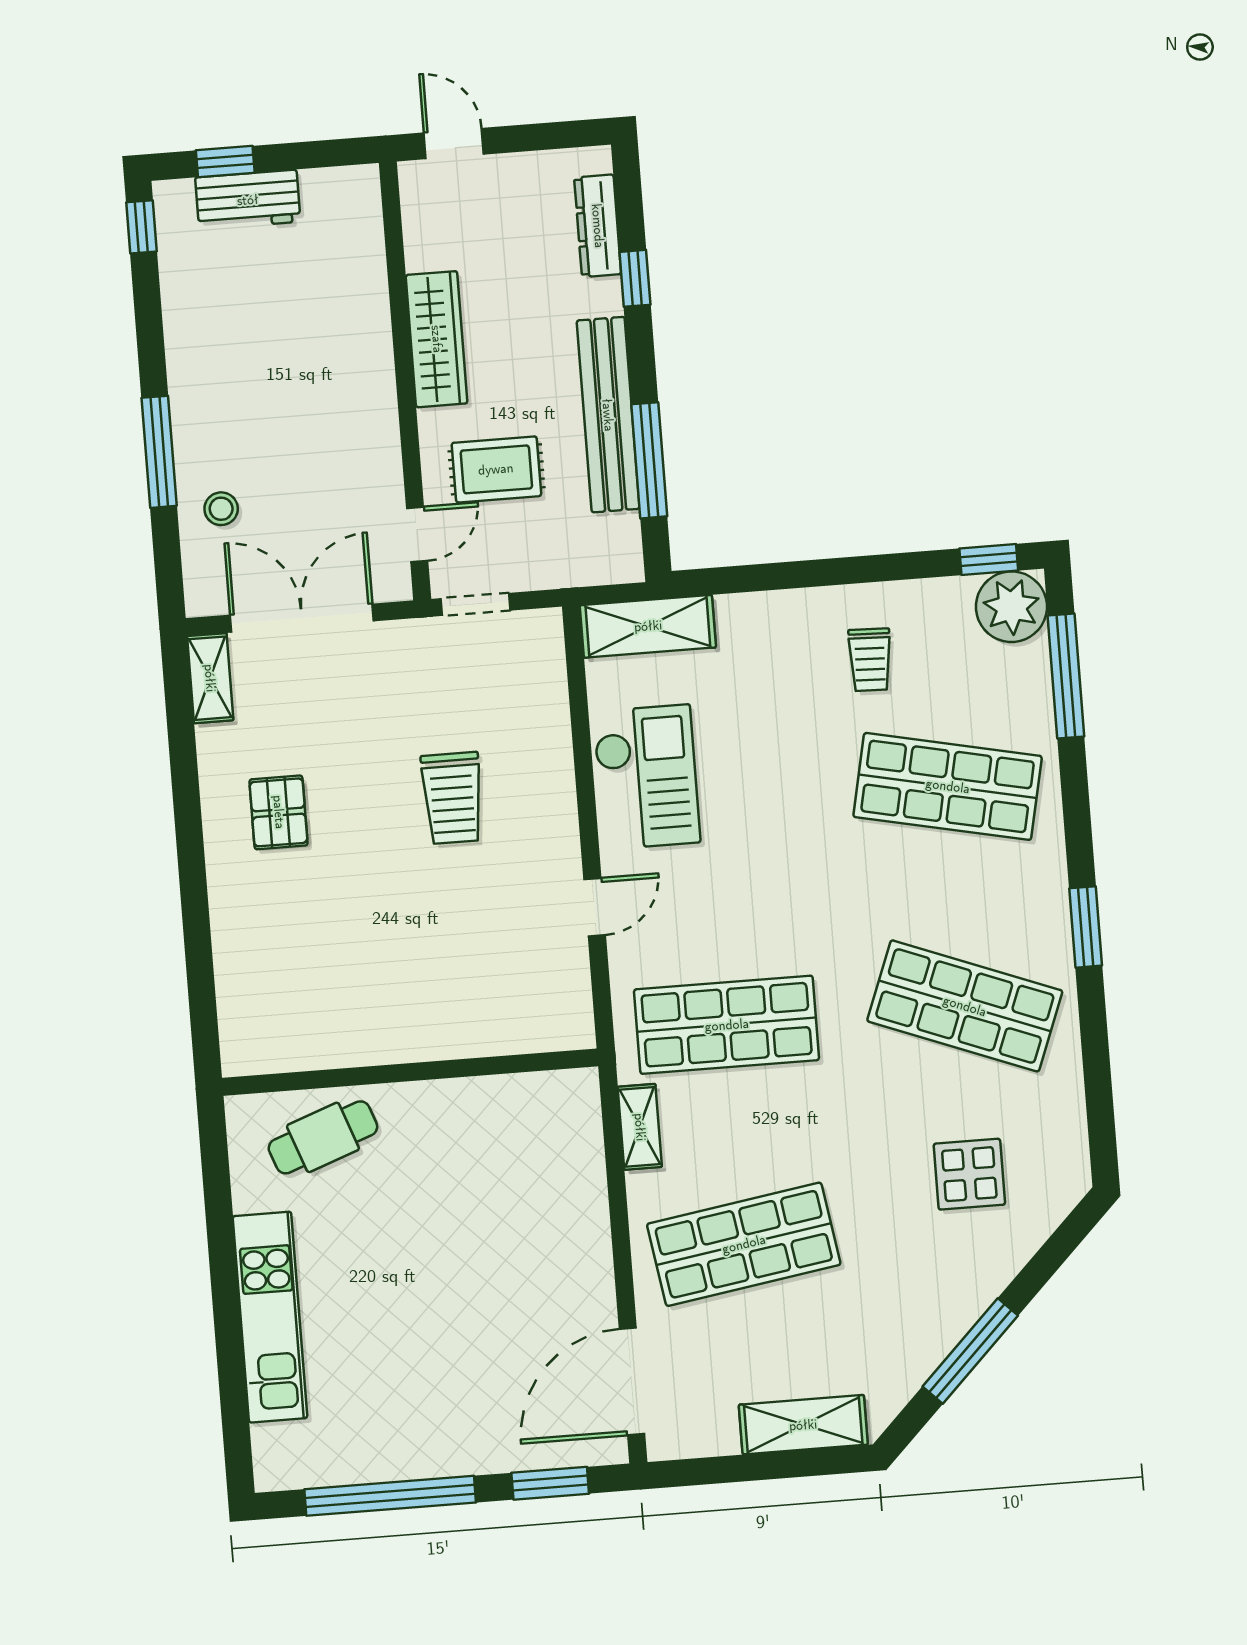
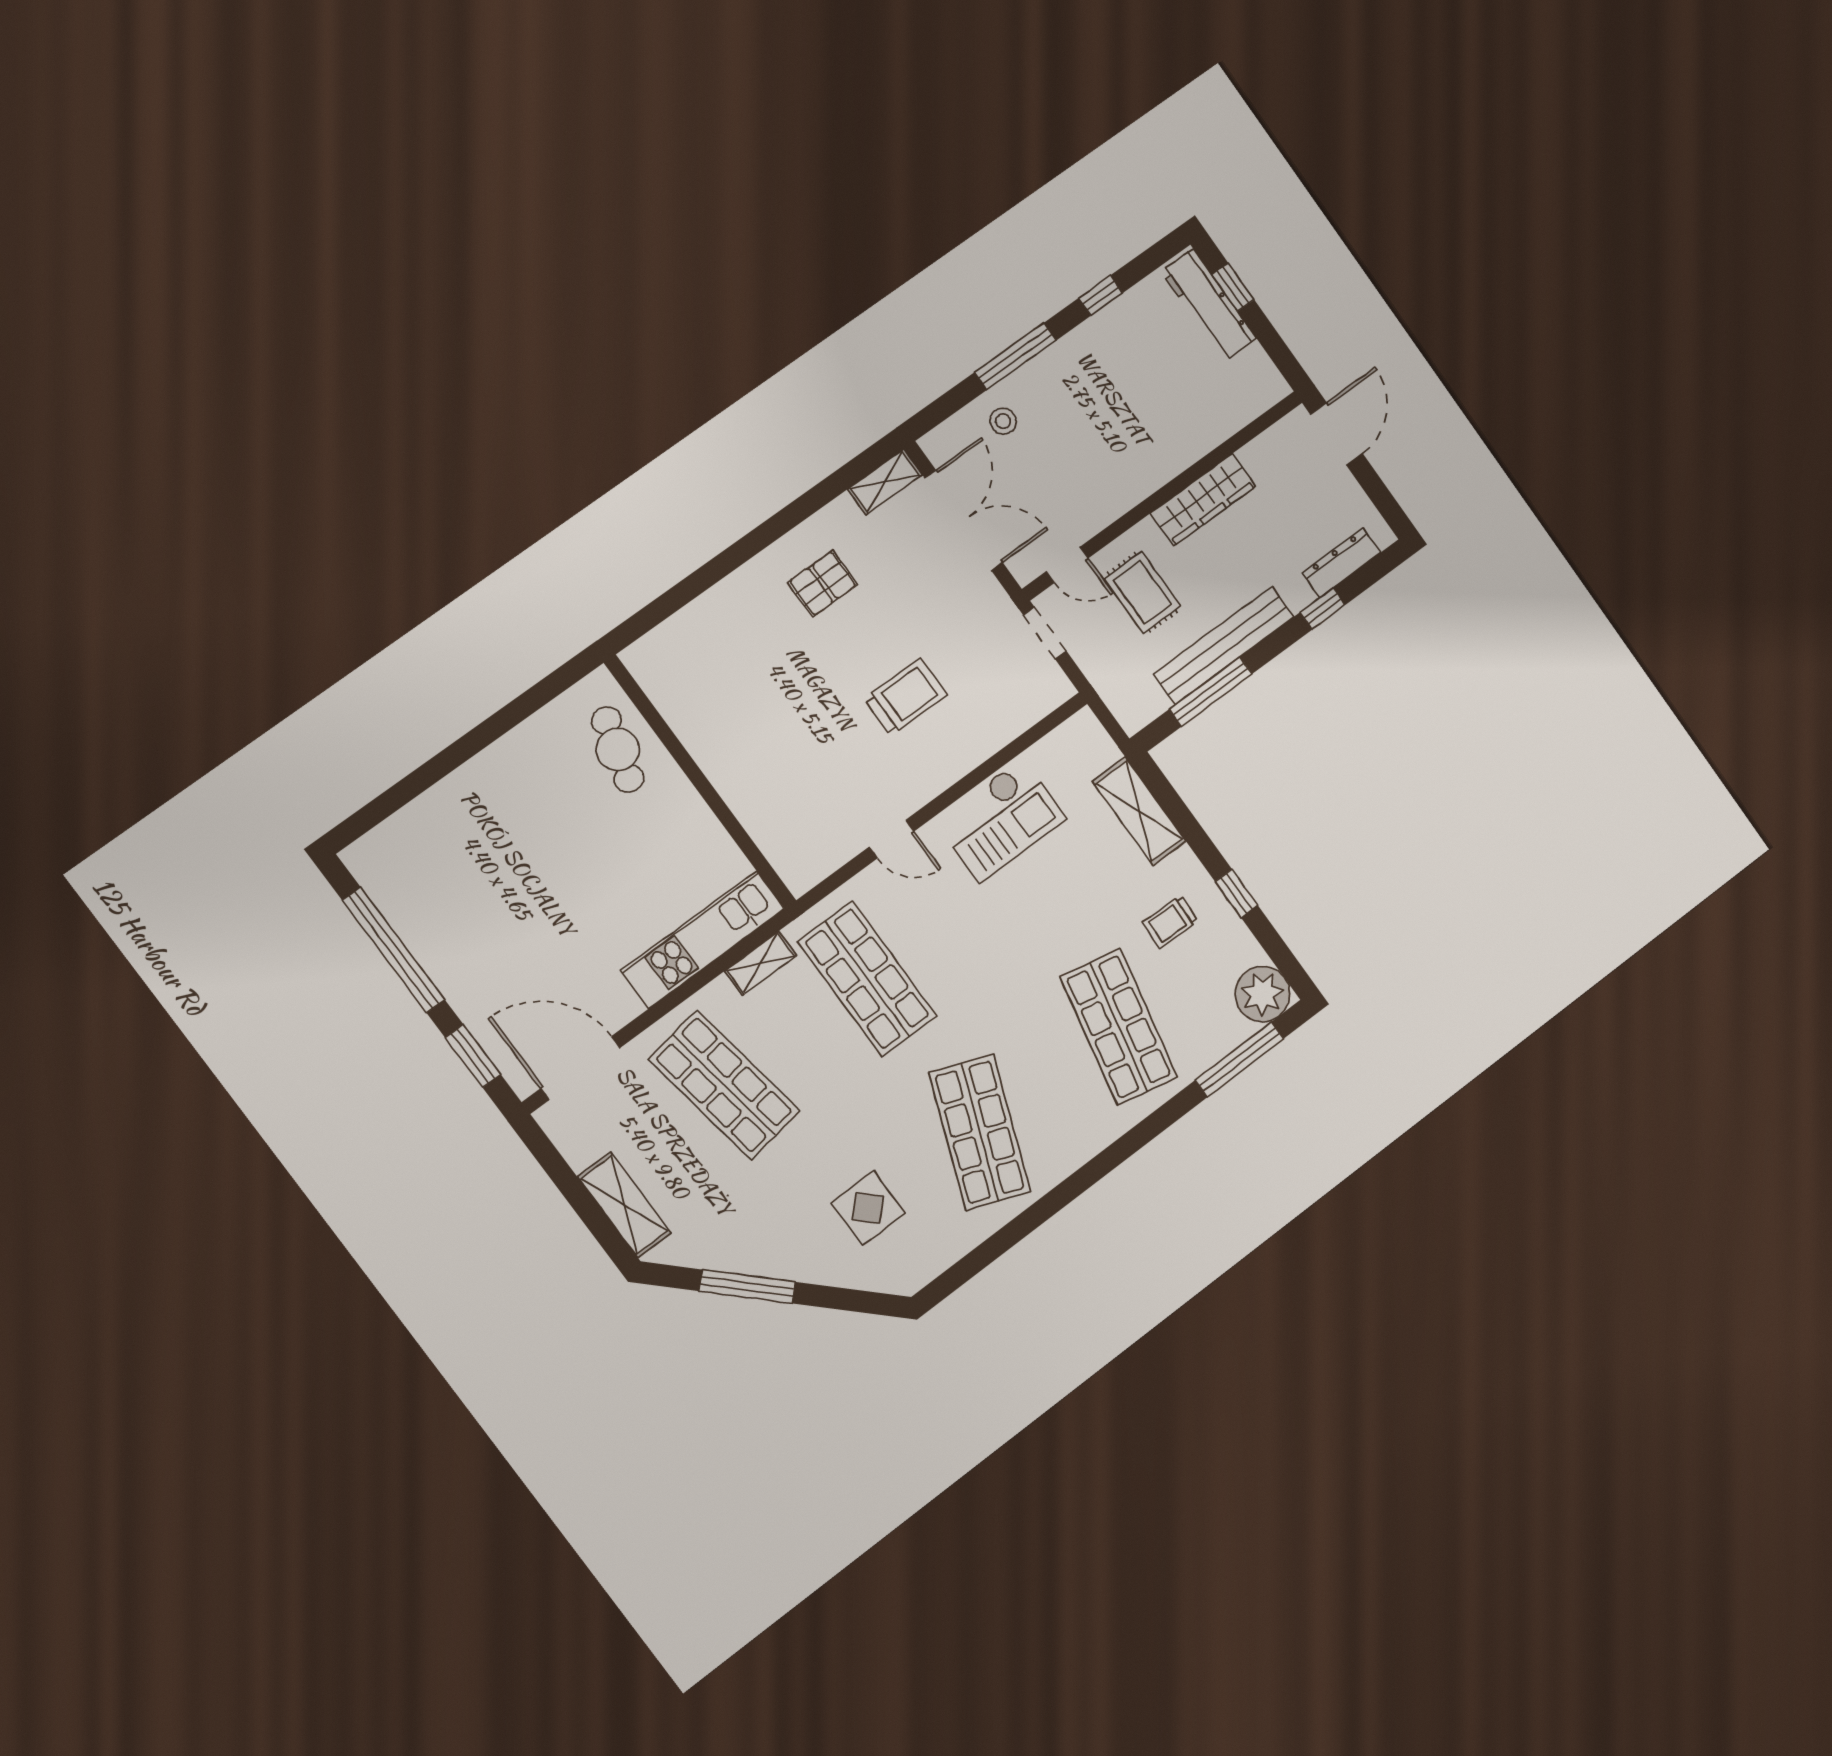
door: (454, 144) -> (1336, 434), width x1.38
workbench: (248, 200) -> (1209, 305), width x1.38
window: (141, 227) -> (1101, 296), moved
window: (989, 560) -> (1236, 893), moved
shelving: (648, 626) -> (1139, 811), moved
trolley: (452, 798) -> (906, 697), turned 180
window: (1086, 927) -> (1083, 1179), removed
cafe table: (323, 1137) -> (618, 749), turned 35
kitchen unit: (270, 1317) -> (703, 940), moved, turned 180

